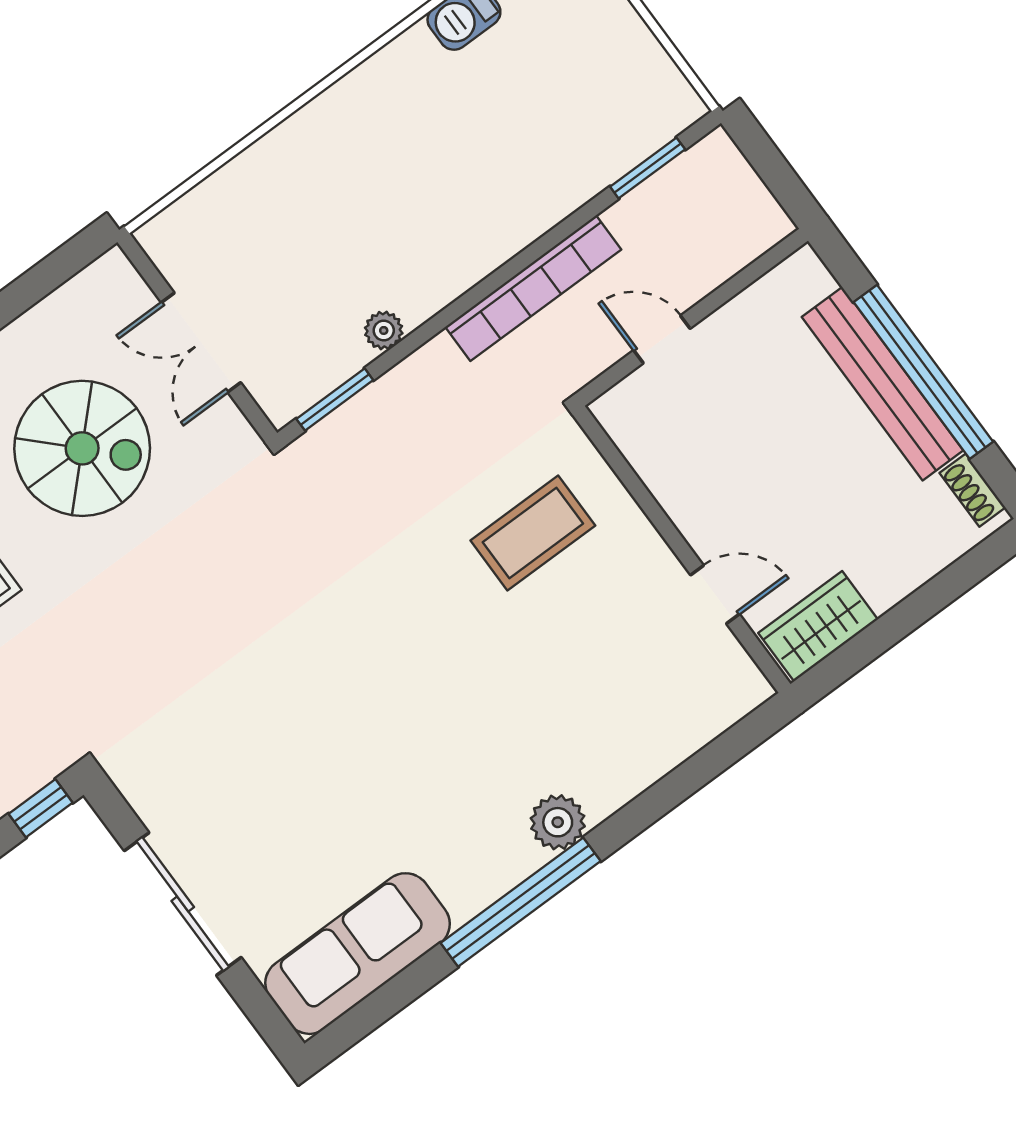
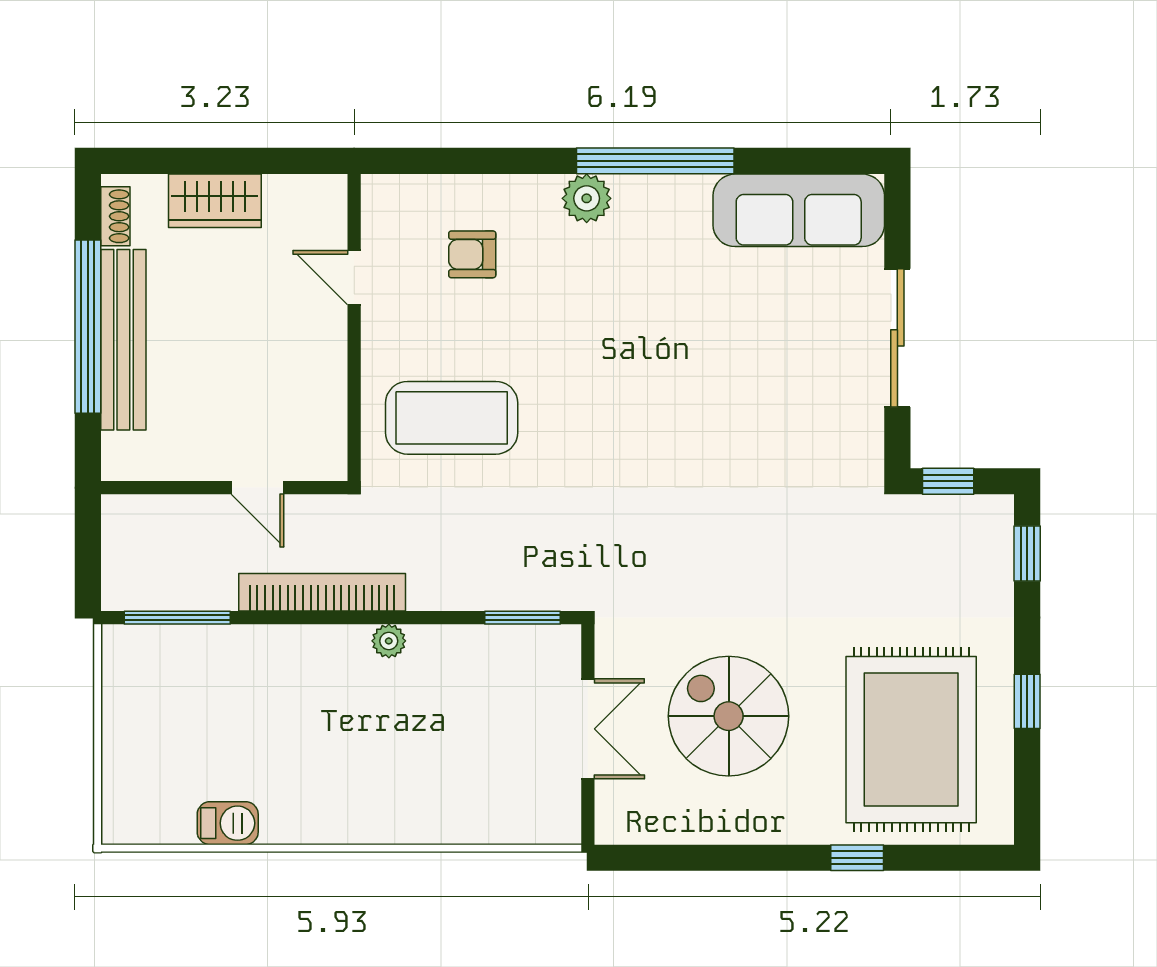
window: (648, 168) -> (177, 618), width x1.44
plant: (384, 330) -> (389, 641), moved
coffee table: (533, 533) -> (452, 418), width x1.36, depth x1.32
wardrobe: (818, 626) -> (215, 201), moved
armchair: (624, 695) -> (472, 254), added

